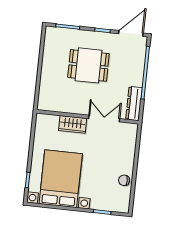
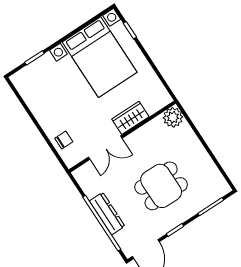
plant: (45, 103) -> (173, 117), added
dresser: (134, 103) -> (107, 214), moved
chair: (124, 180) -> (64, 140), moved

